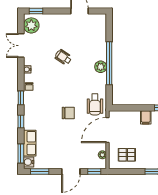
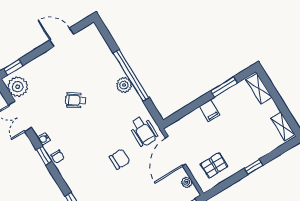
window: (21, 98) -> (44, 155), moved

